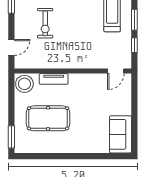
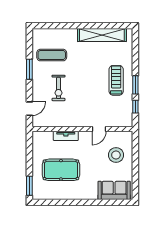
door: (116, 71) -> (99, 129), moved
stool: (24, 84) -> (116, 155), moved
sofa: (120, 134) -> (114, 190), moved, turned 90

